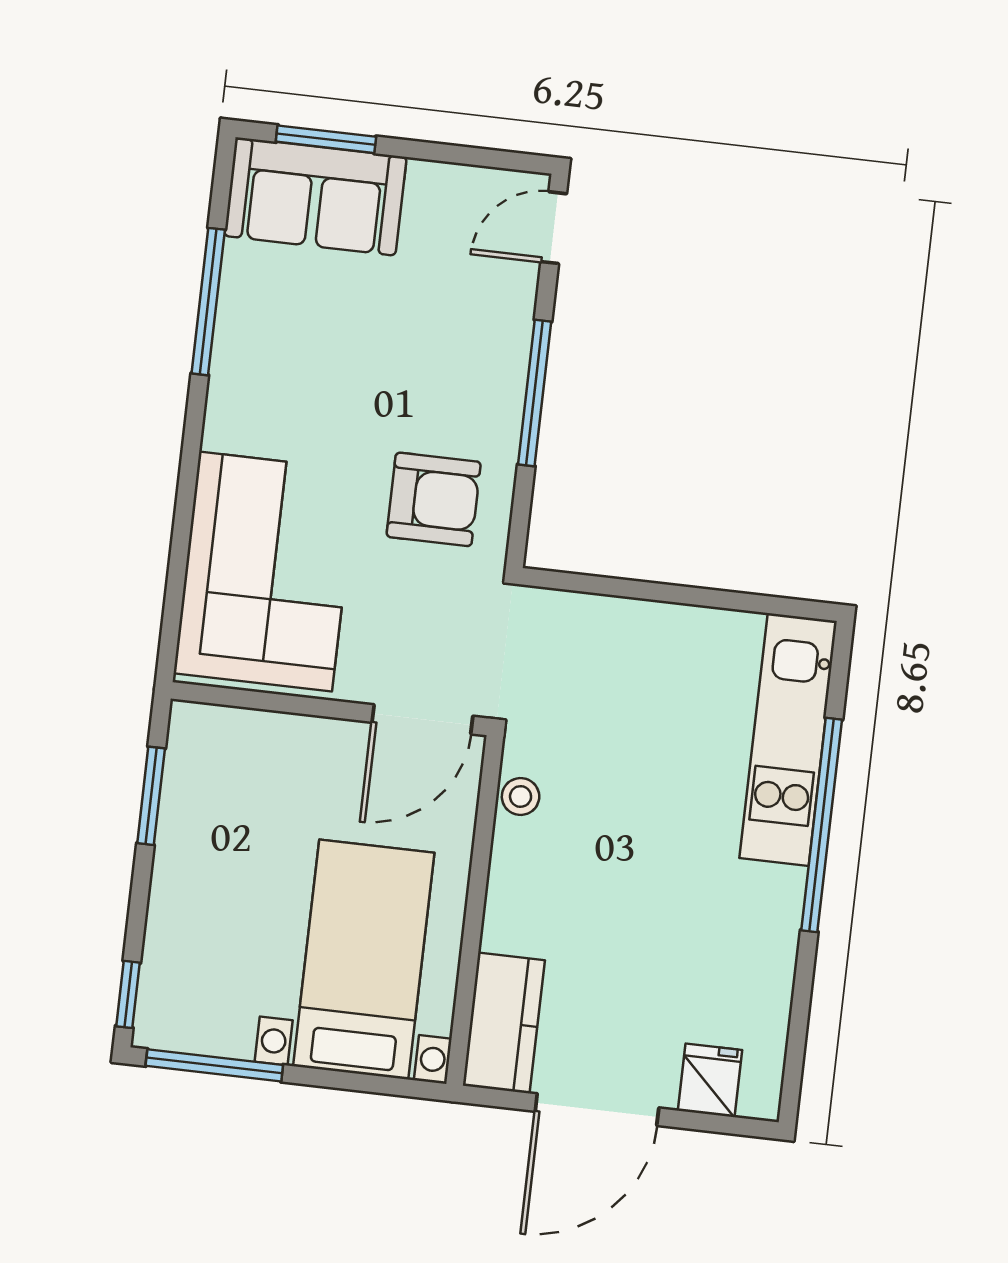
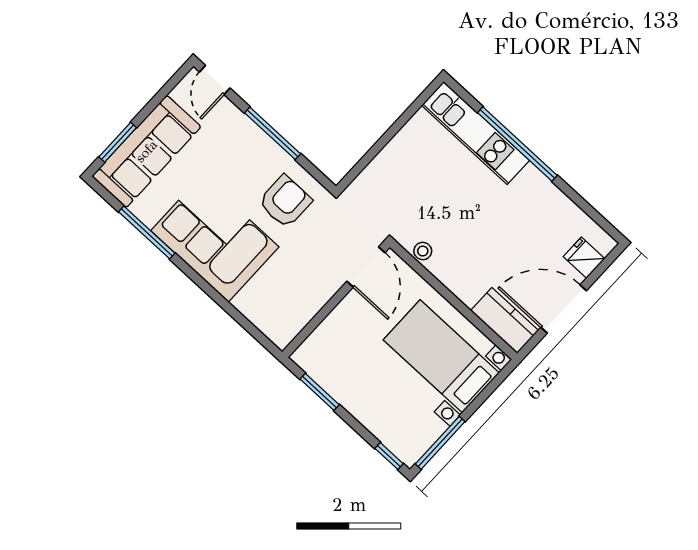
sofa: (315, 196) -> (146, 151), width x1.36
corner sofa: (265, 572) -> (215, 239), moved
door: (597, 1110) -> (564, 309), swing flipped

